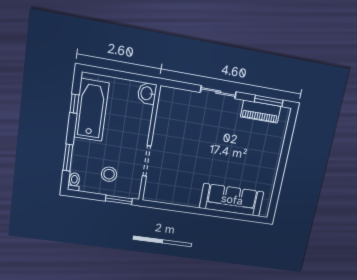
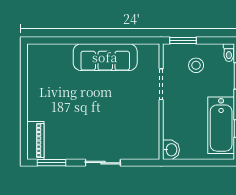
piano: (261, 112) -> (35, 140), moved, turned 90
sofa: (232, 200) -> (105, 57), moved

